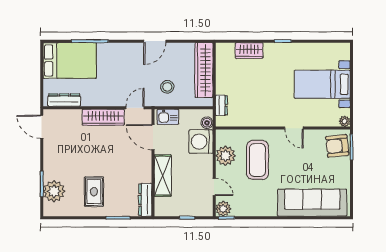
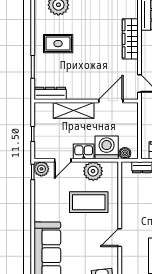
wardrobe: (103, 117) -> (130, 39), moved
kitchen sink: (168, 117) -> (84, 151), moved, turned 90

